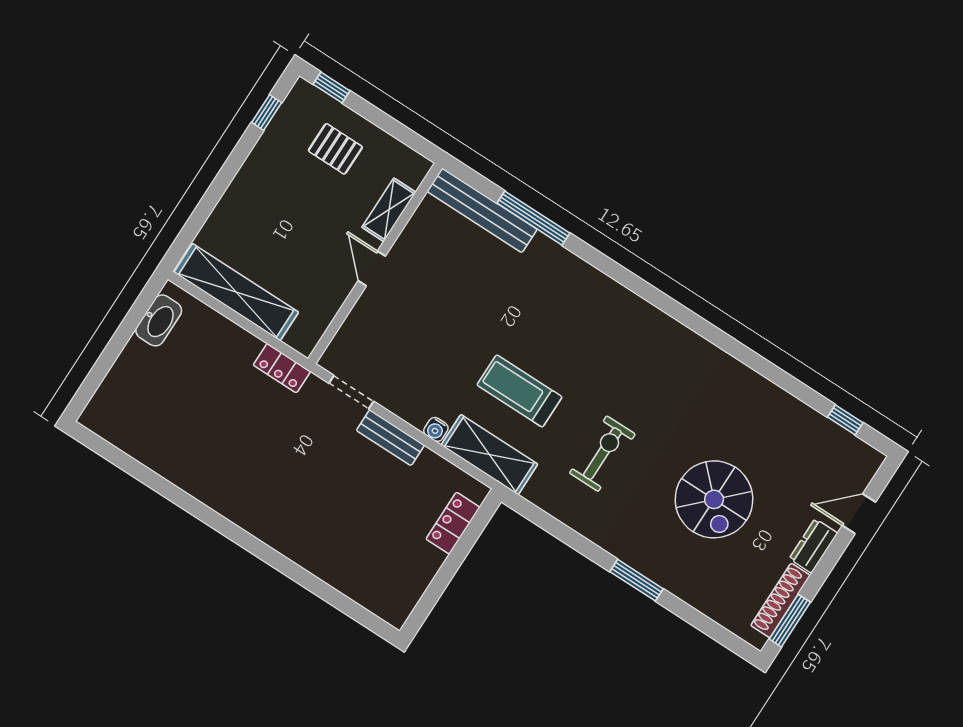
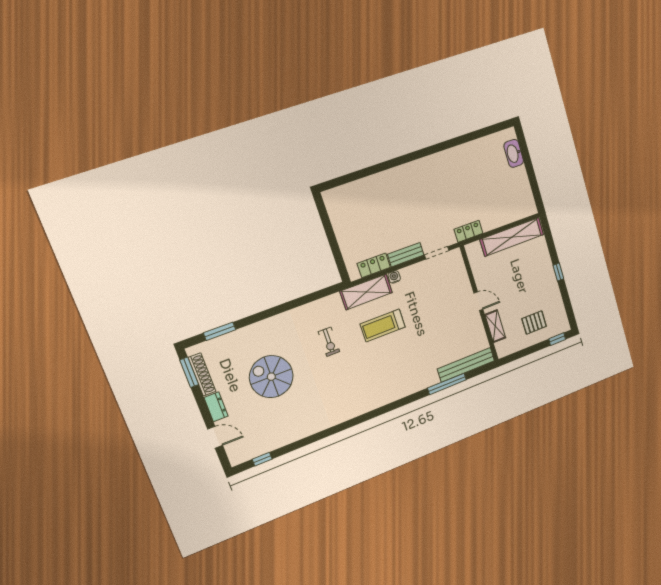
window: (267, 112) -> (558, 272), moved
washbasin: (159, 320) -> (514, 153), moved
treadmill: (519, 391) -> (383, 325), turned 180
exercise bike: (602, 454) -> (329, 342), width x0.73, depth x0.72
door: (859, 514) -> (215, 437), hinge flipped
locker: (453, 523) -> (374, 265), moved, turned -90
window: (636, 580) -> (220, 331), moved

